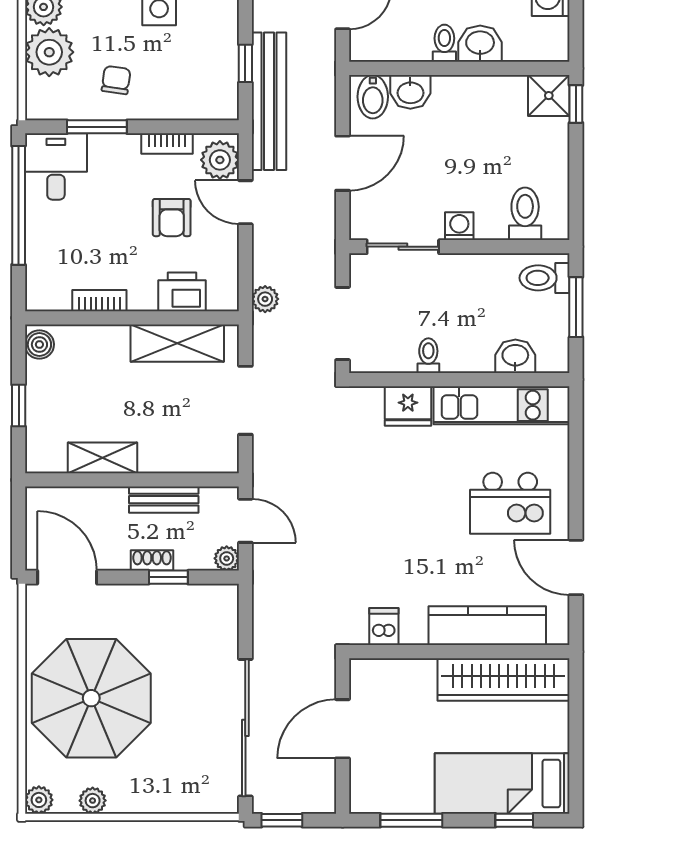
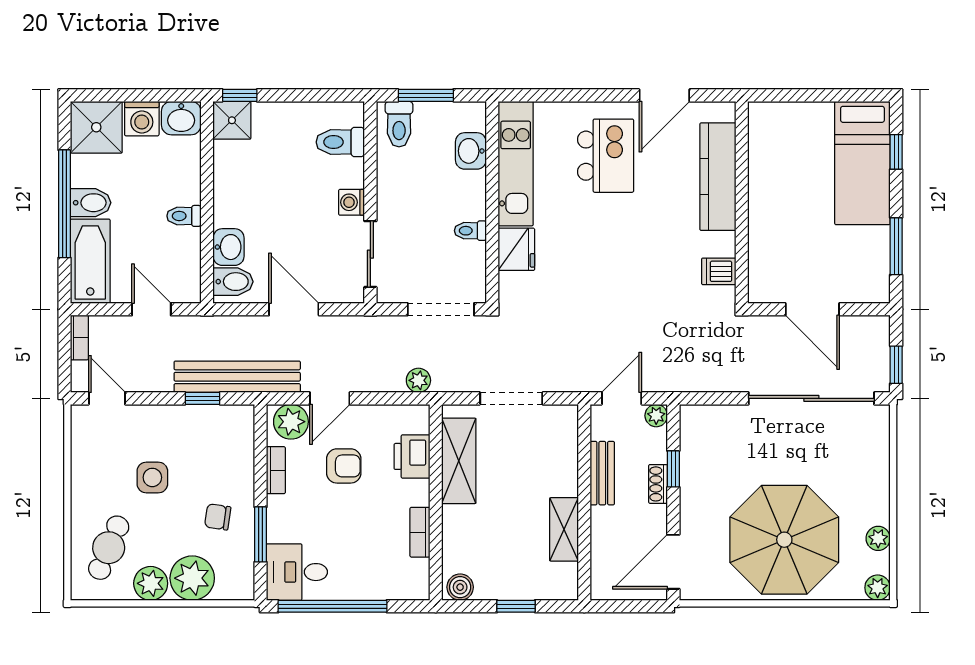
washbasin: (480, 44) -> (181, 118), moved, turned -90
wardrobe: (503, 680) -> (767, 162), removed

